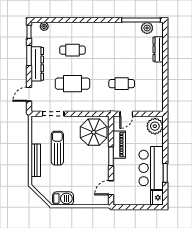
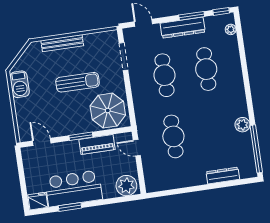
plant: (147, 28) -> (242, 125), moved
cafe table: (72, 50) -> (206, 69), width x1.37, depth x1.35
cafe table: (122, 84) -> (173, 136), width x1.37, depth x1.35
sun lounger: (57, 148) -> (78, 82), moved

